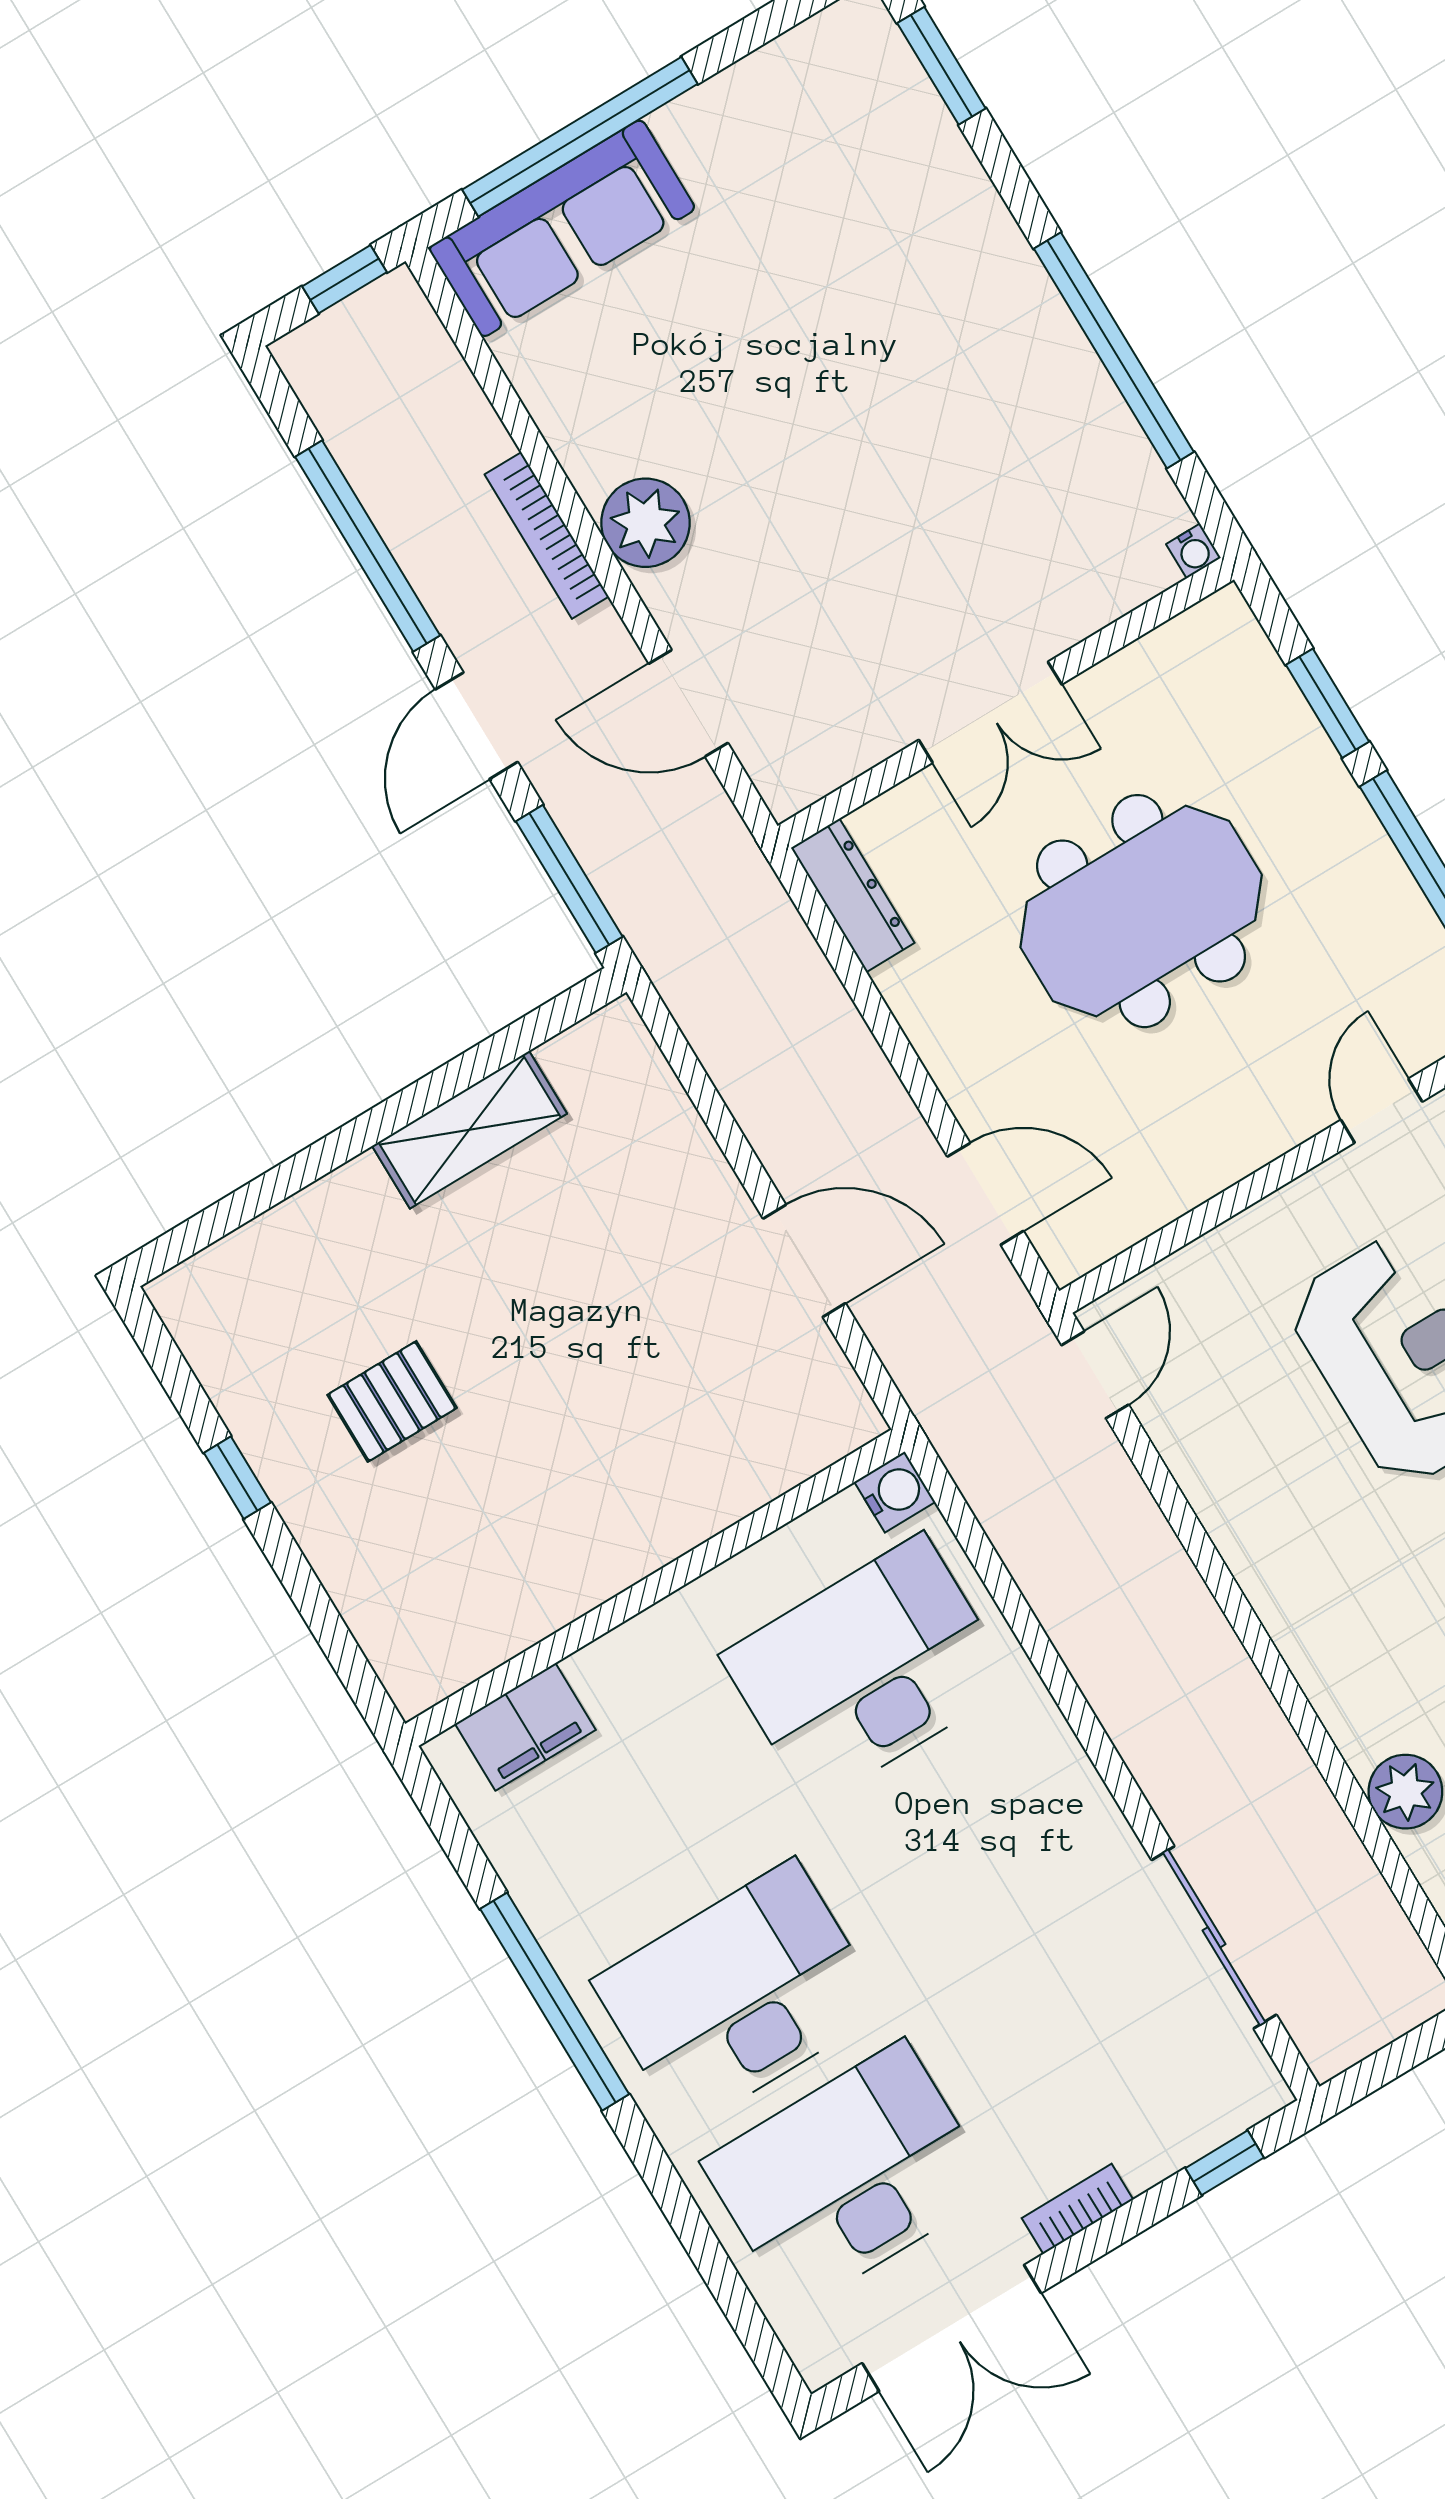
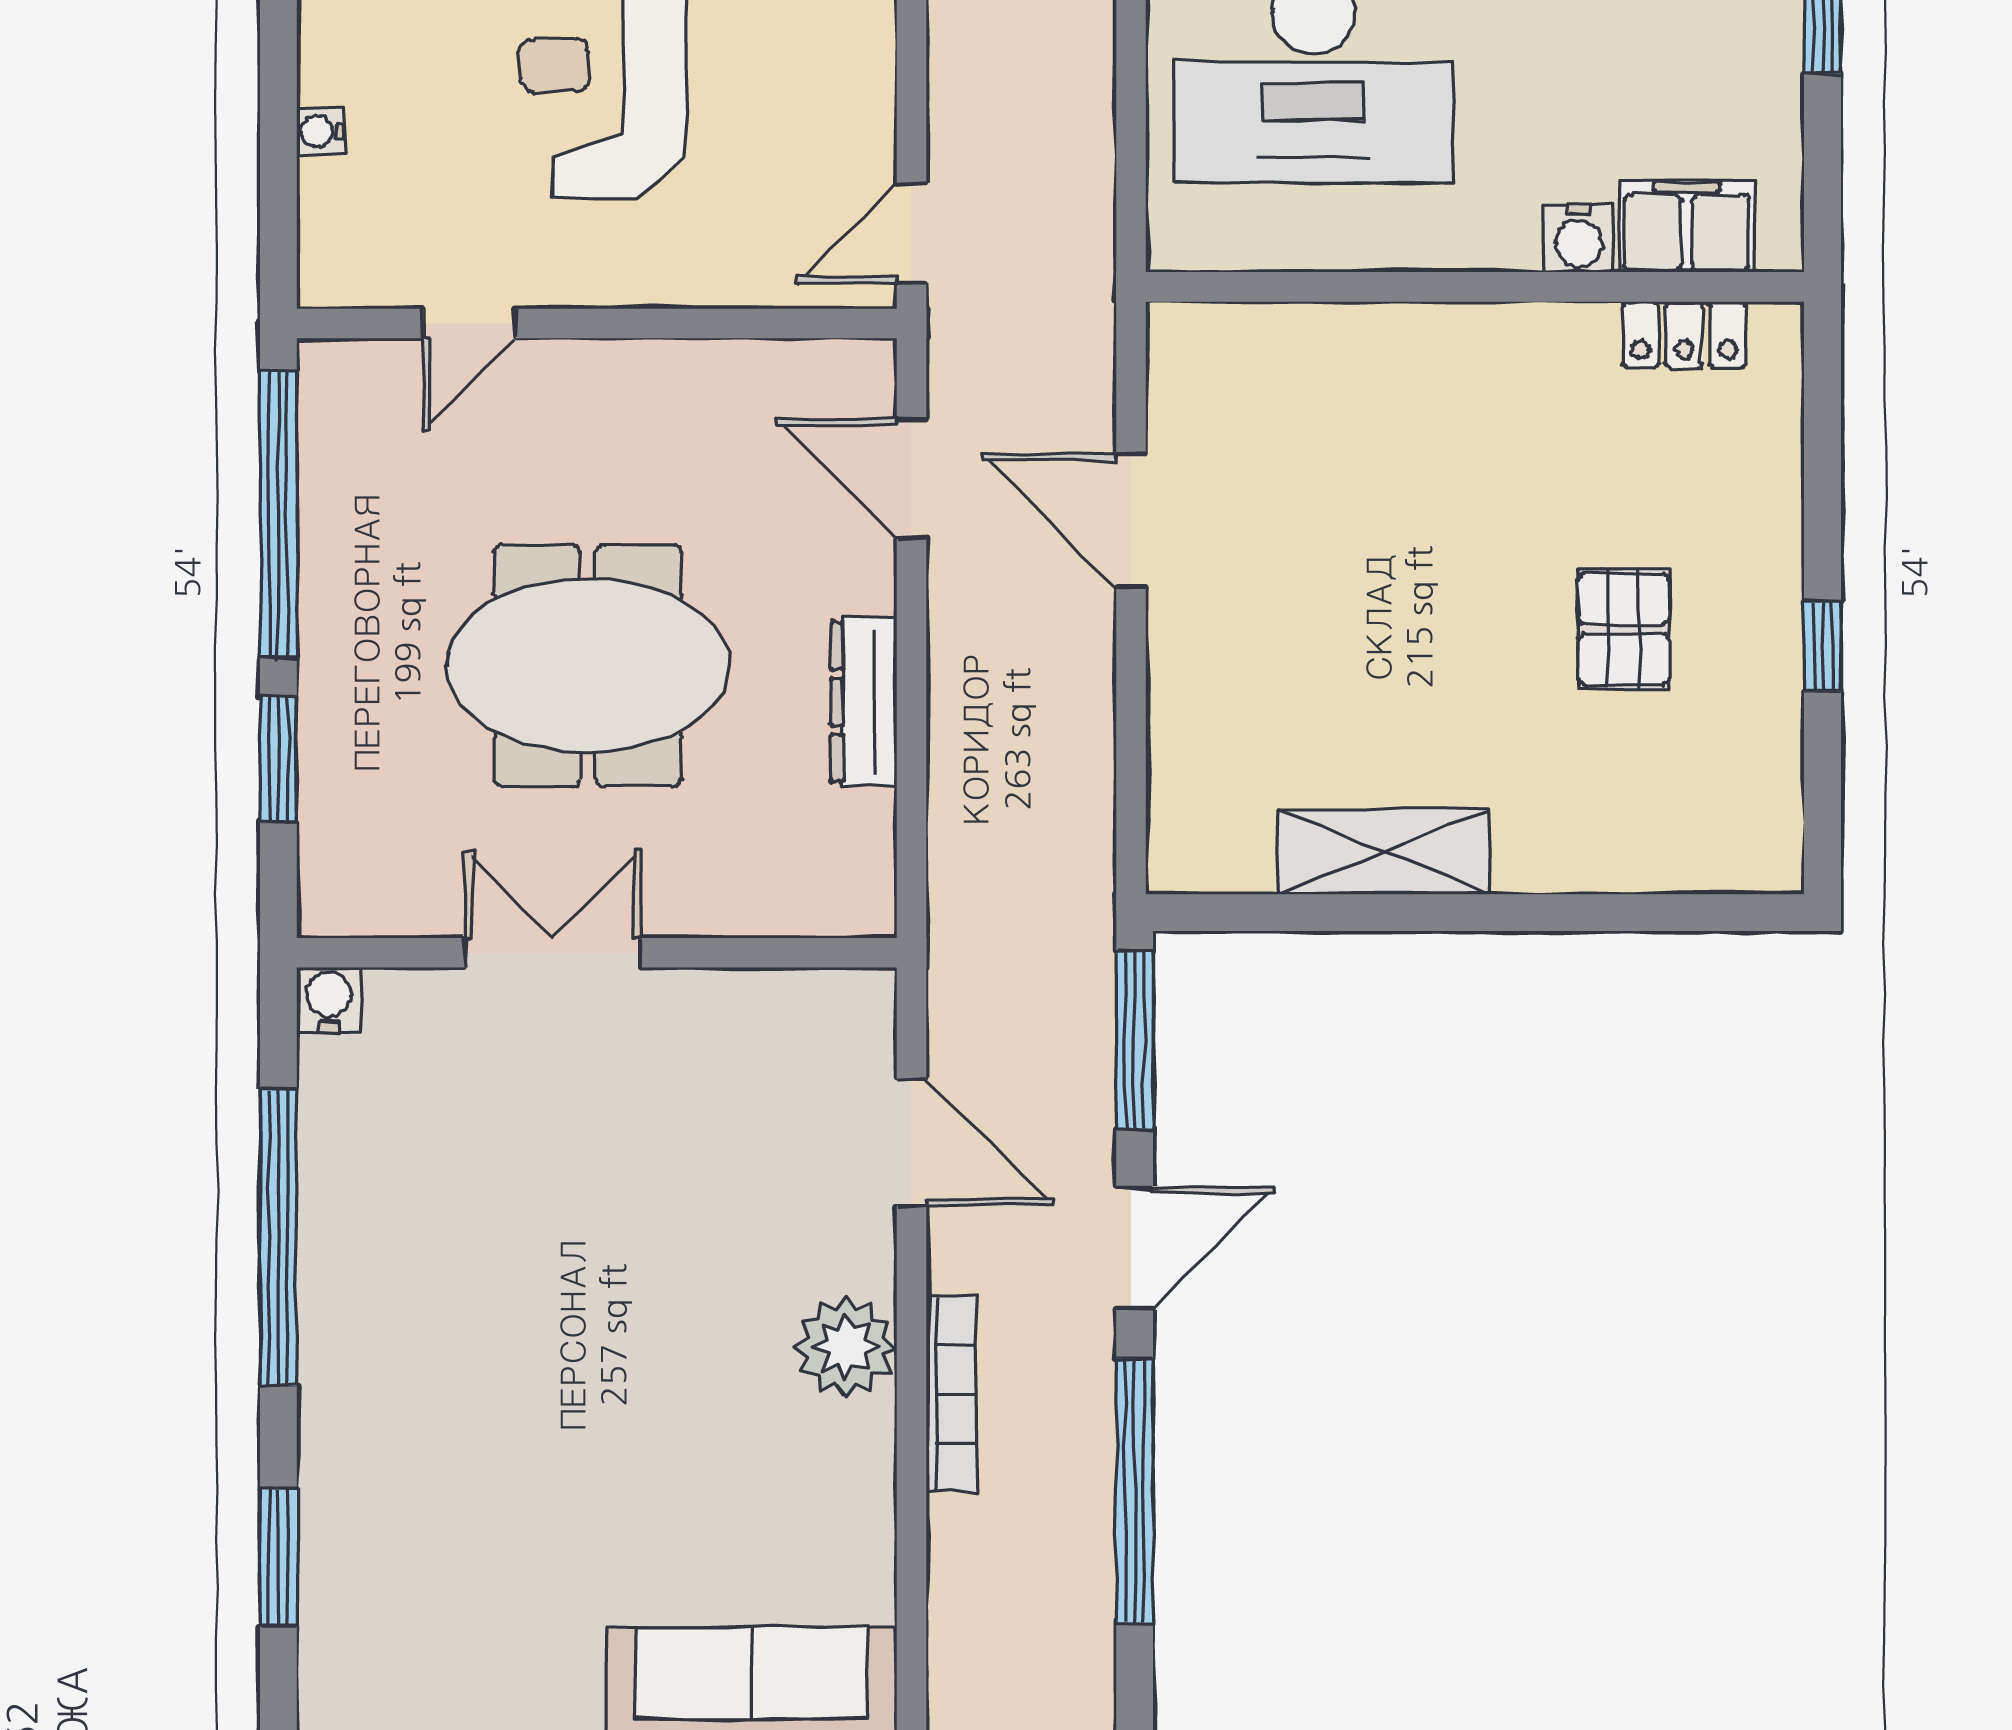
window: (941, 66) -> (278, 1557), moved
water cooler: (1193, 551) -> (329, 1000), width x1.38, depth x1.38
double door: (990, 712) -> (553, 953), moved
dresser: (853, 895) -> (864, 702), moved
pallet: (392, 1401) -> (1624, 629), turned 90
water cooler: (895, 1492) -> (1578, 238), moved, turned -90
locker: (479, 1646) -> (1684, 335), added

